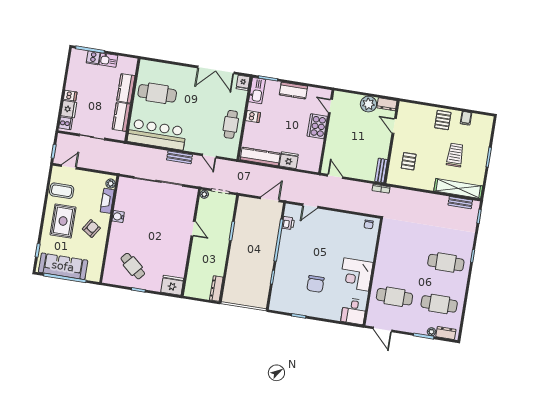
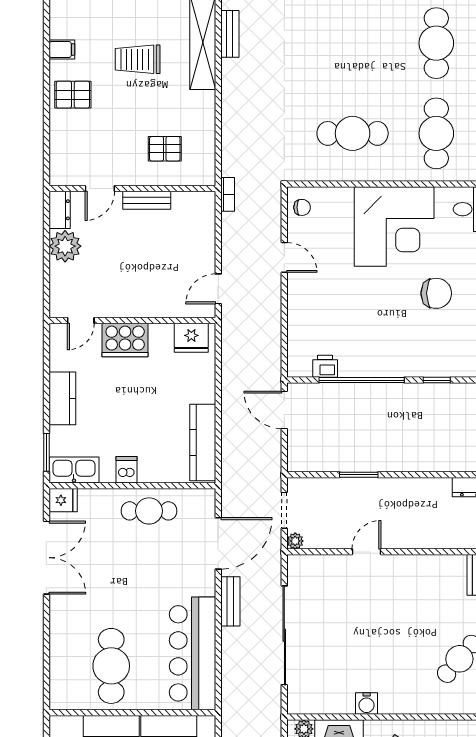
door: (209, 156) -> (218, 543), width x1.88
fridge: (289, 160) -> (191, 338), moved, turned -90
bench: (381, 170) -> (147, 200), moved
door: (310, 206) -> (284, 257), moved
cafe table: (446, 263) -> (353, 133), moved, turned 90
corner desk: (356, 274) -> (394, 226), width x1.36, depth x1.36

